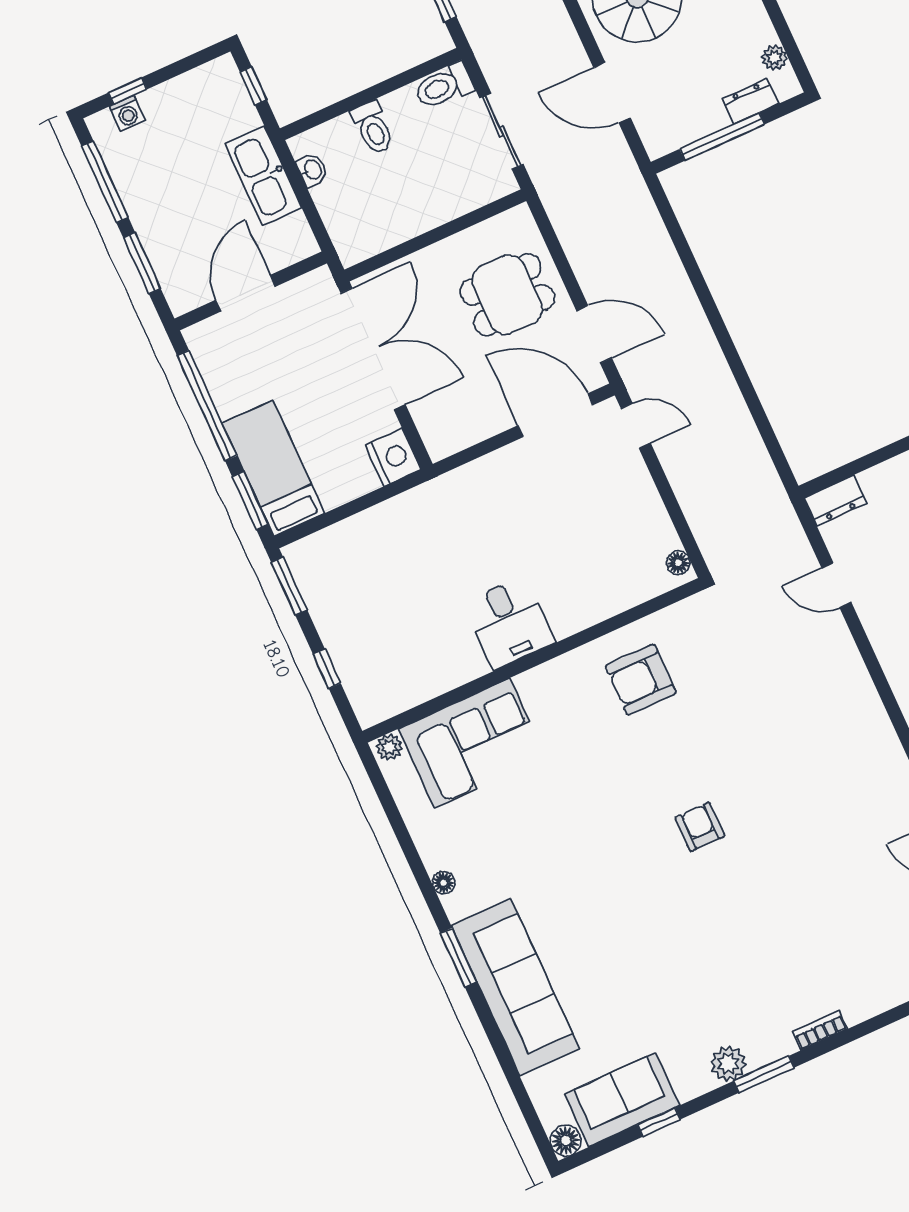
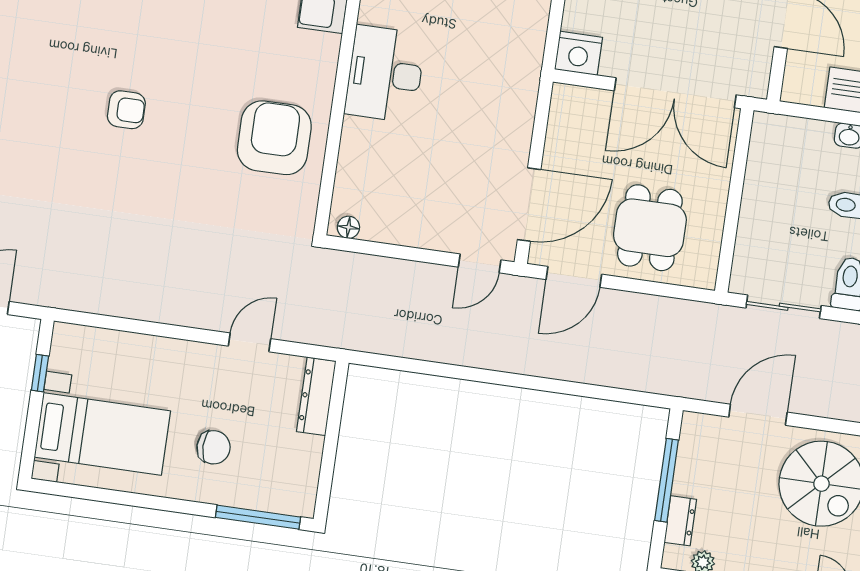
dresser: (836, 500) -> (316, 396), width x1.44
desk: (509, 623) -> (385, 74), width x1.37
armchair: (641, 679) -> (274, 138), width x1.36, depth x1.36

